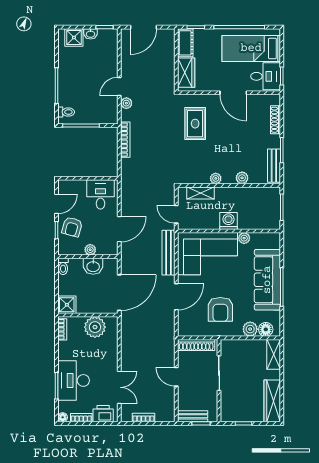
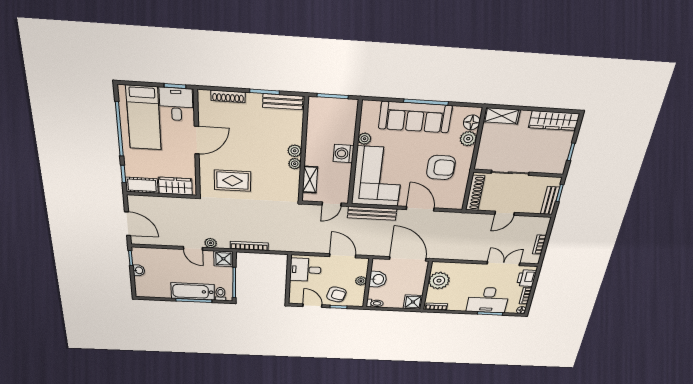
shower: (74, 37) -> (223, 259), moved
bathtub: (68, 85) -> (193, 291), added
plant: (242, 178) -> (295, 151), moved

